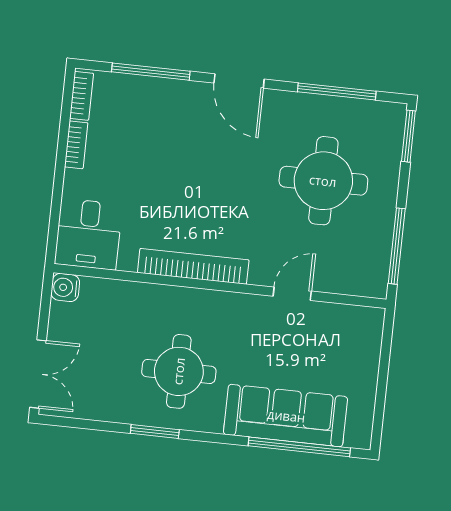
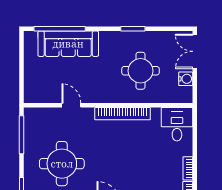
water cooler: (65, 288) -> (186, 79), moved
door: (292, 294) -> (71, 105), swing flipped
round table: (179, 371) -> (140, 71), moved

